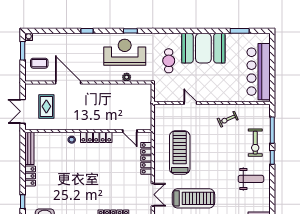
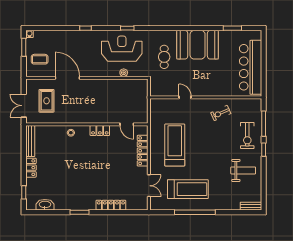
locker: (96, 137) -> (100, 130), width x0.66

